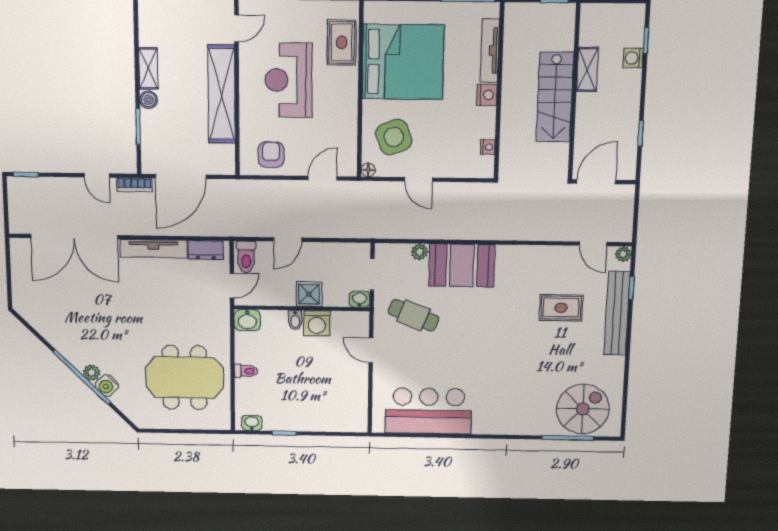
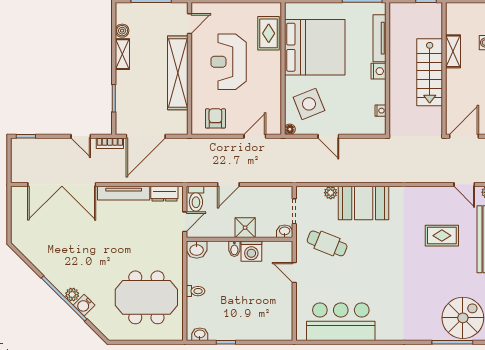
boiler: (149, 100) -> (122, 31), moved

